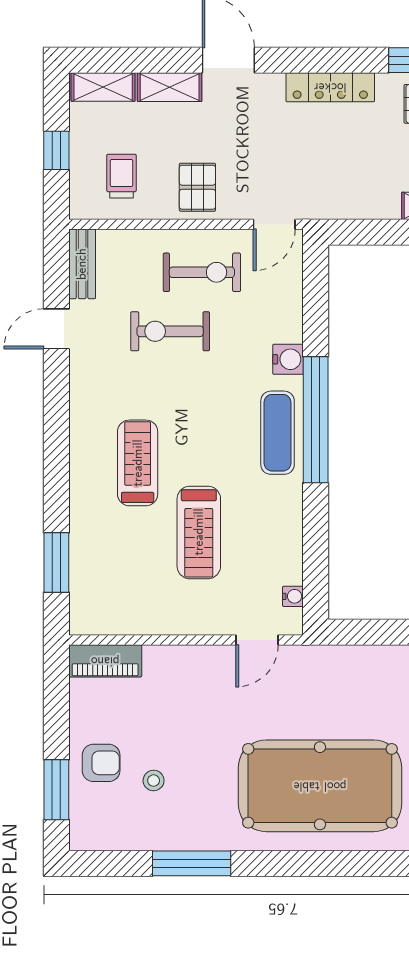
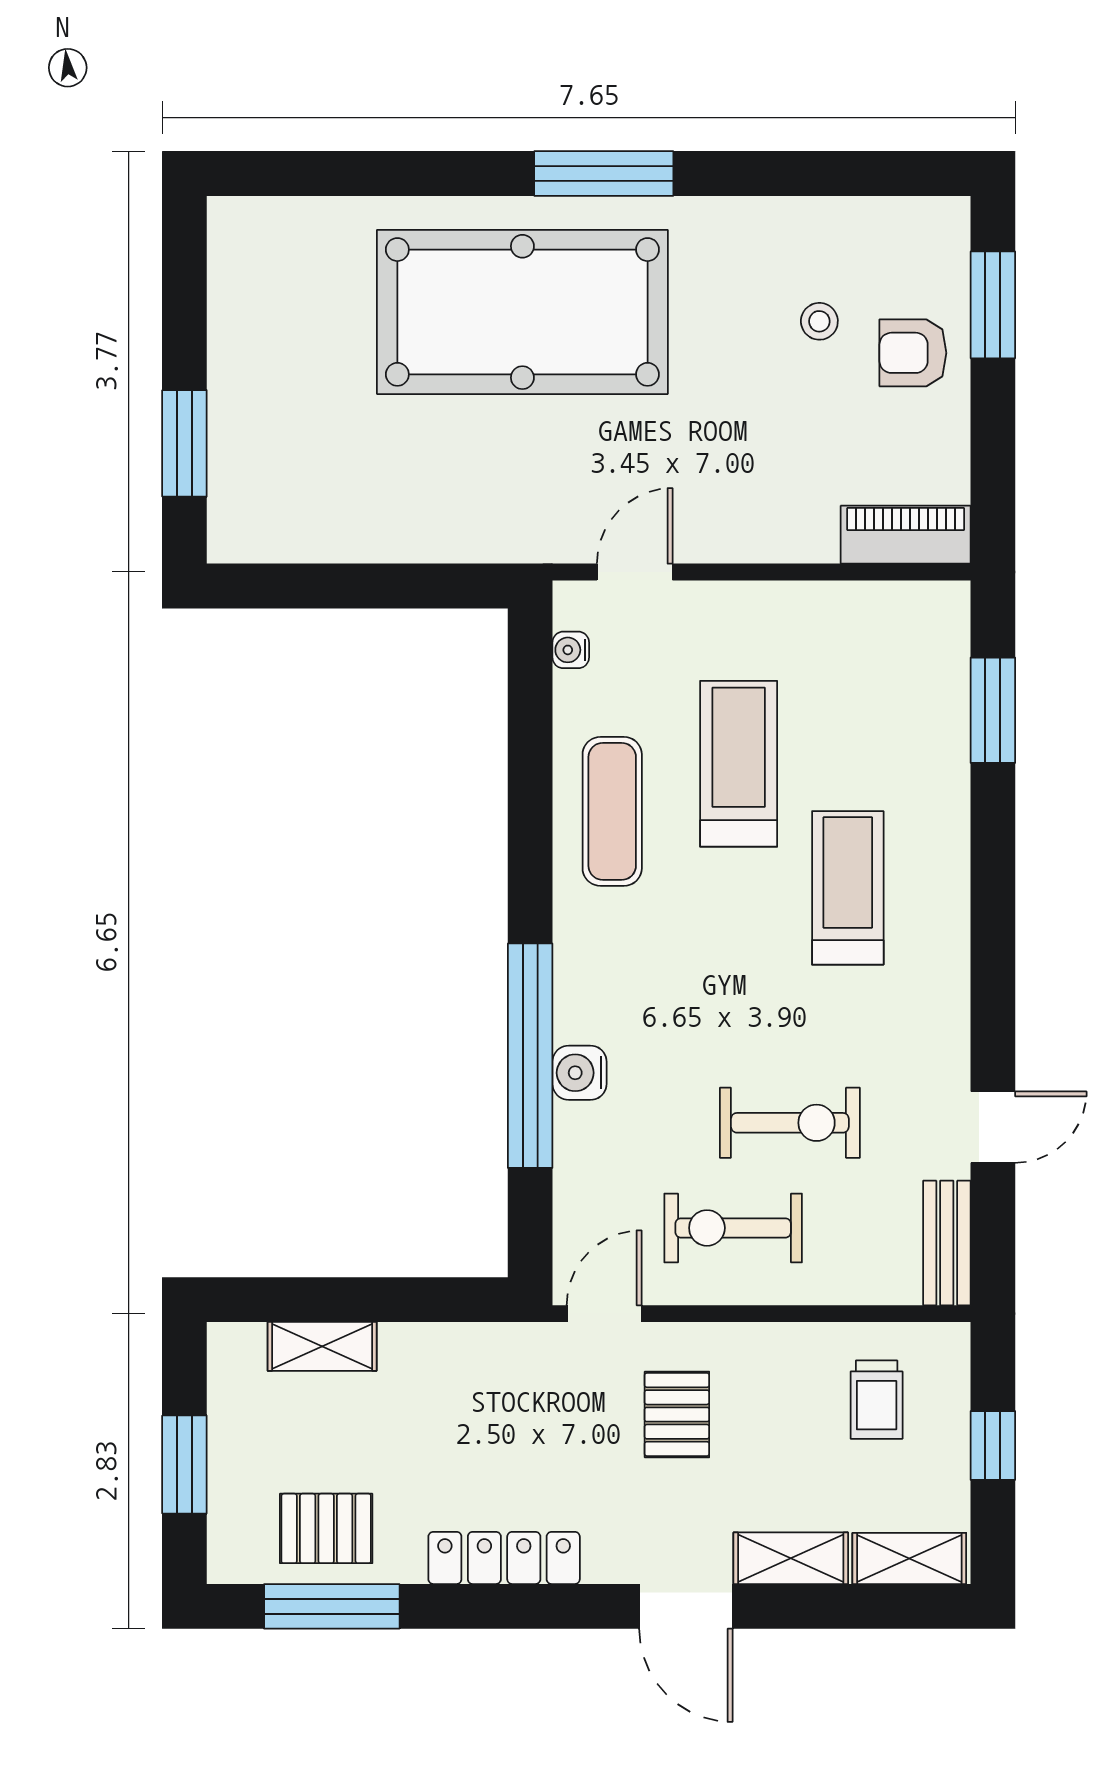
pallet: (197, 187) -> (677, 1414), moved
window: (316, 420) -> (530, 1056), moved
exercise mat: (278, 433) -> (612, 811), moved
treadmill: (138, 463) -> (848, 888), turned 180
window: (192, 863) -> (604, 173), moved

